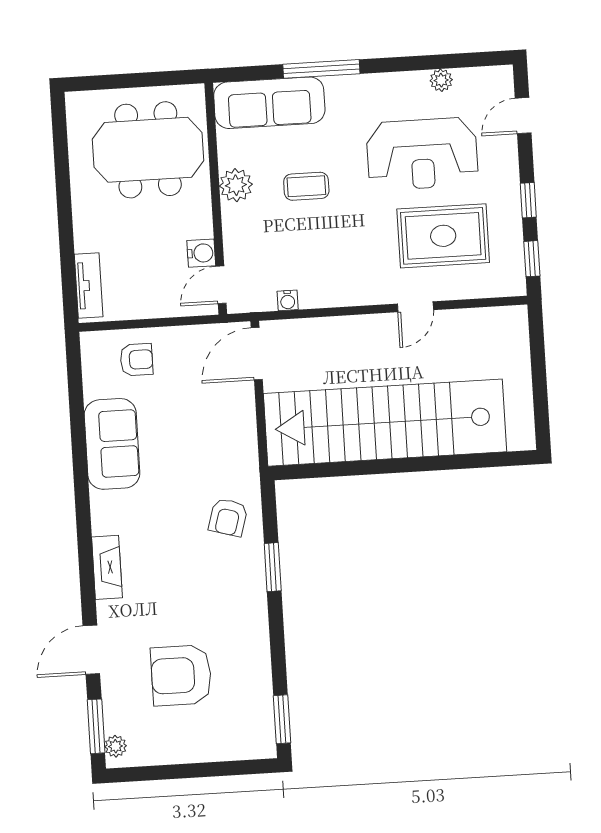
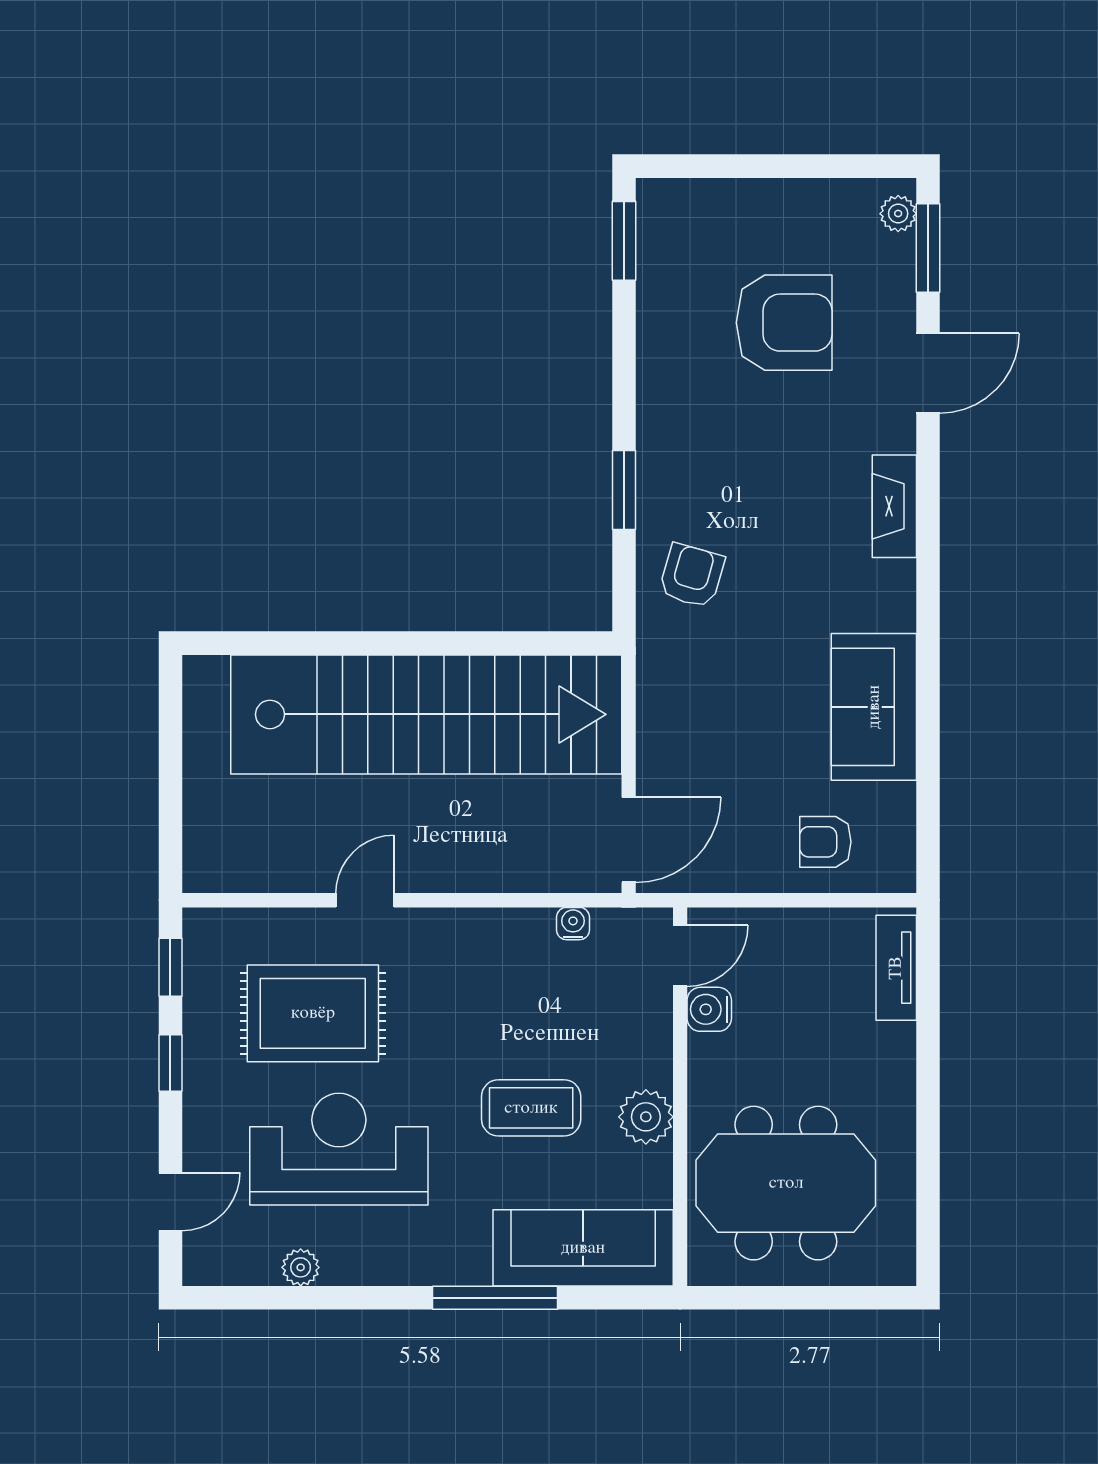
coffee table: (306, 186) -> (531, 1108), width x1.36, depth x1.30

